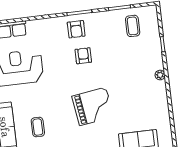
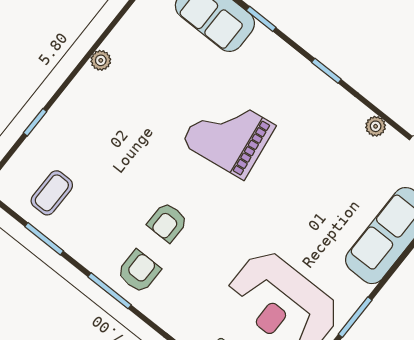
plant: (160, 75) -> (101, 60), moved
coffee table: (38, 127) -> (339, 186), removed

